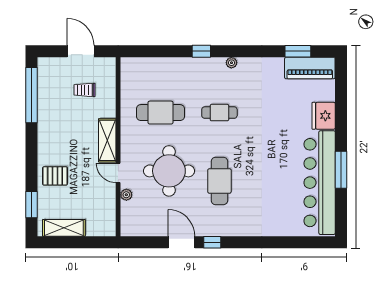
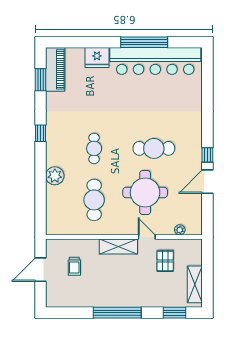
window: (201, 51) -> (40, 133), moved
plant: (231, 63) -> (55, 176), moved, width x1.88, depth x1.88
window: (31, 95) -> (117, 313), moved
window: (341, 170) -> (144, 42), width x1.46
door: (118, 173) -> (147, 237), swing flipped
pallet: (55, 176) -> (165, 261), moved
plant: (126, 195) -> (180, 230), moved

